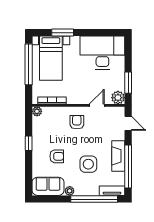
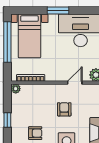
window: (63, 33) -> (58, 10), moved
armchair: (77, 122) -> (64, 109), moved

